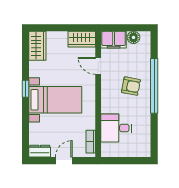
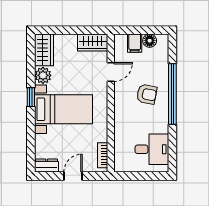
filing cabinet: (114, 40) -> (135, 43), width x0.50
door: (98, 66) -> (111, 72), swing flipped
plant: (37, 69) -> (43, 75), added
desk: (116, 128) -> (152, 149), moved, turned 180

